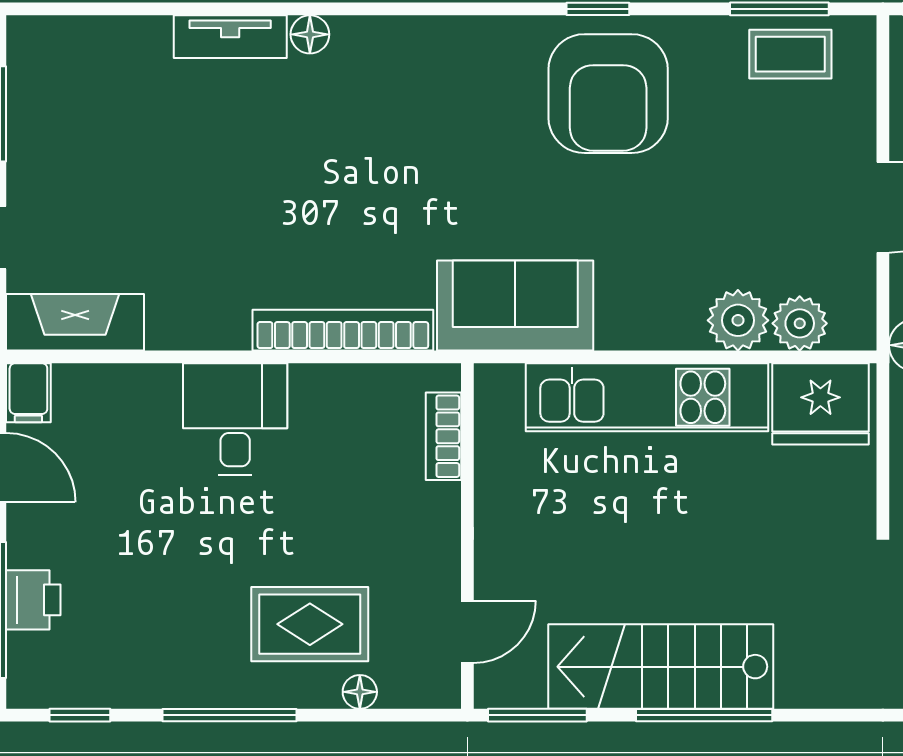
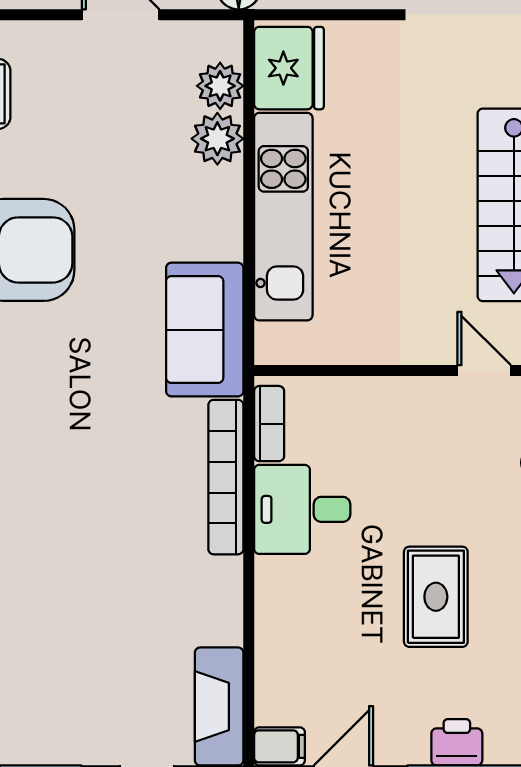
desk: (235, 419) -> (302, 509), moved
bookcase: (444, 436) -> (269, 424), moved, turned -90
rug: (310, 624) -> (436, 597), moved

